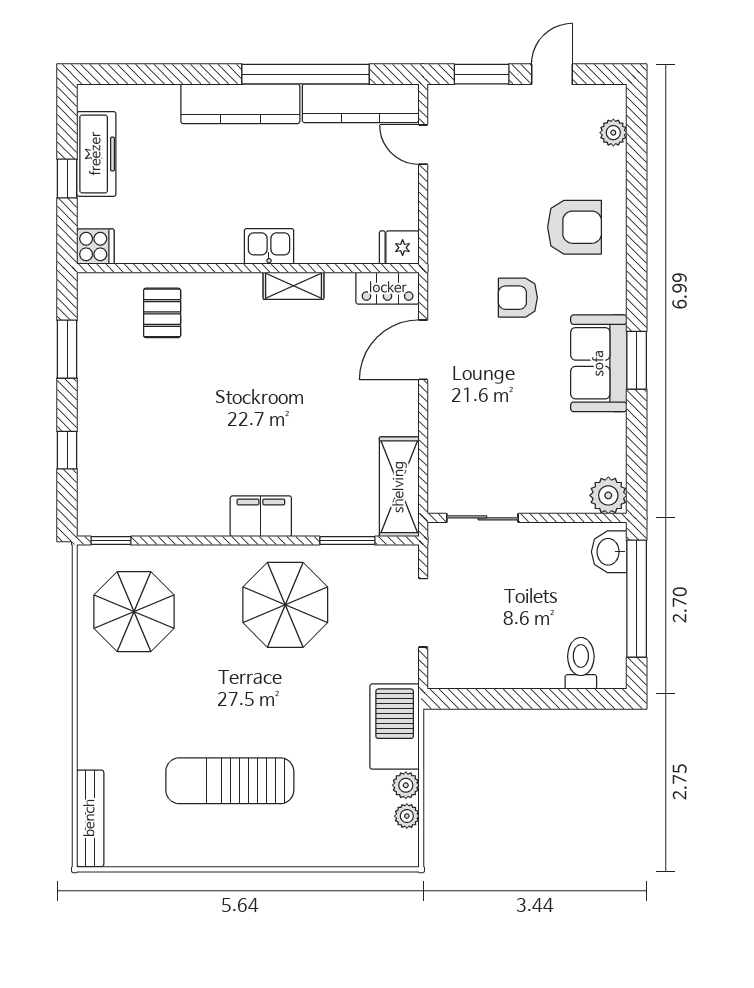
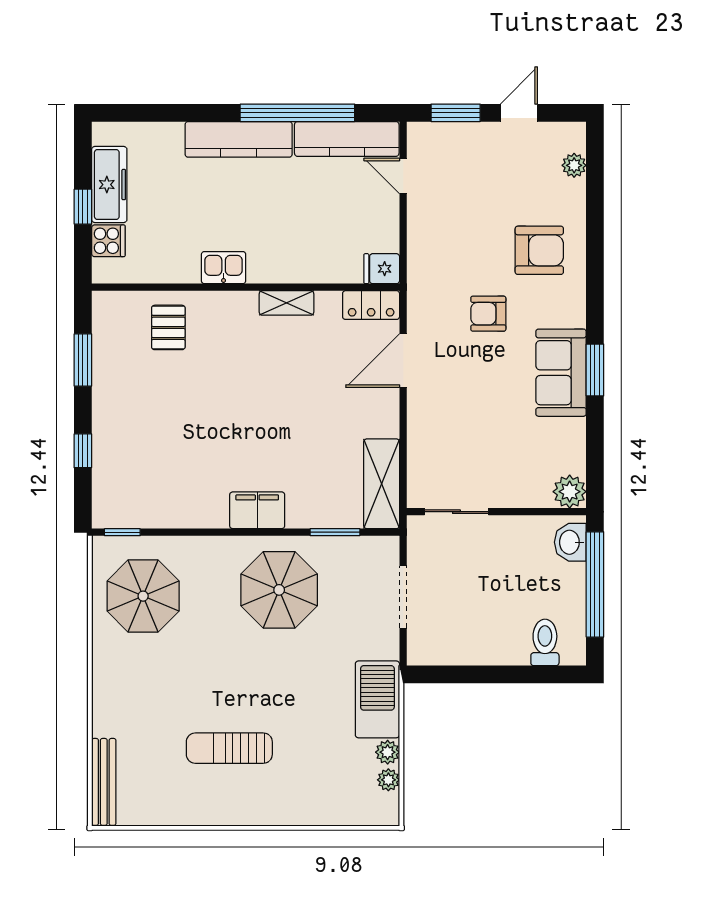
kitchen sink: (269, 246) -> (224, 268), moved
cooker: (95, 247) -> (108, 241), moved
sun lounger: (230, 781) -> (229, 748), width x0.73, depth x0.75

